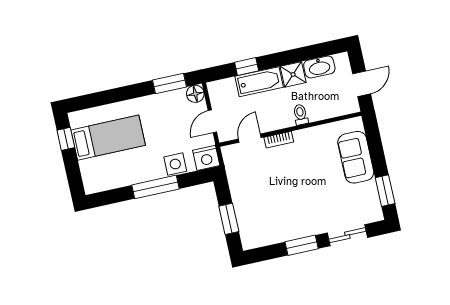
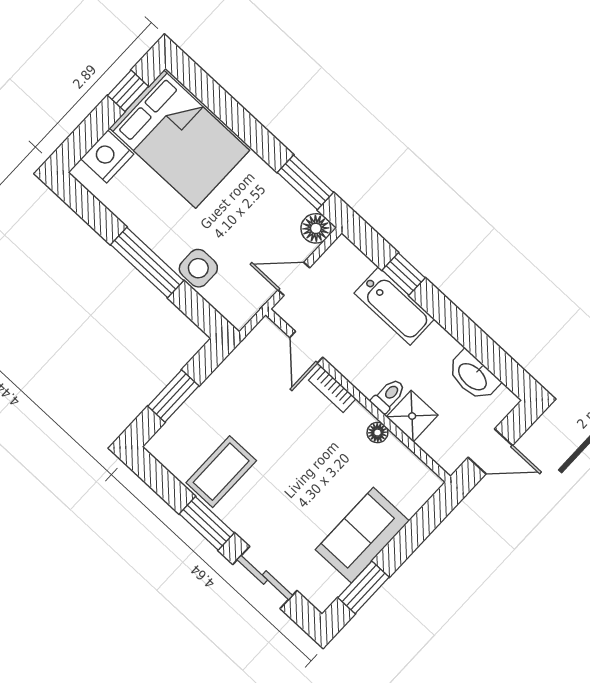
shower: (293, 74) -> (412, 416), moved
floor lamp: (315, 132) -> (377, 433), added
bed: (108, 138) -> (180, 139), width x1.50
door: (250, 138) -> (306, 347), swing flipped
sofa: (356, 157) -> (362, 535), moved
nightstand: (206, 158) -> (107, 156), moved, turned 90
coffee table: (282, 221) -> (221, 472), added

